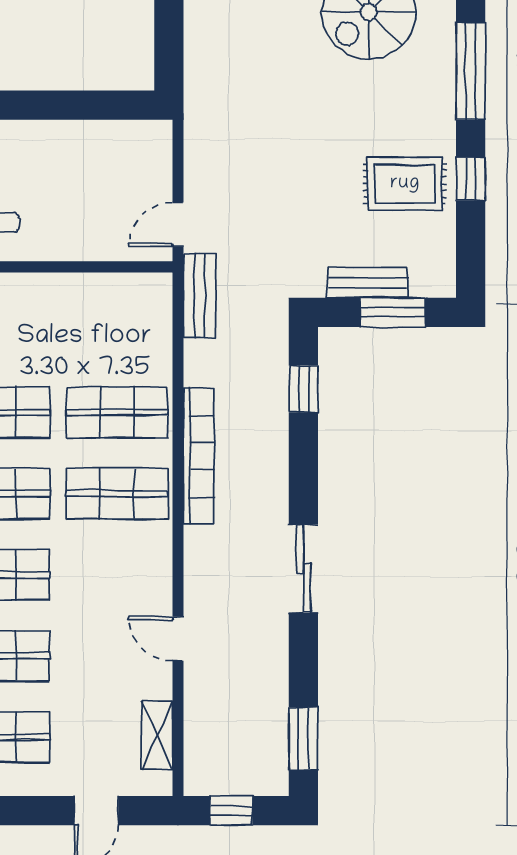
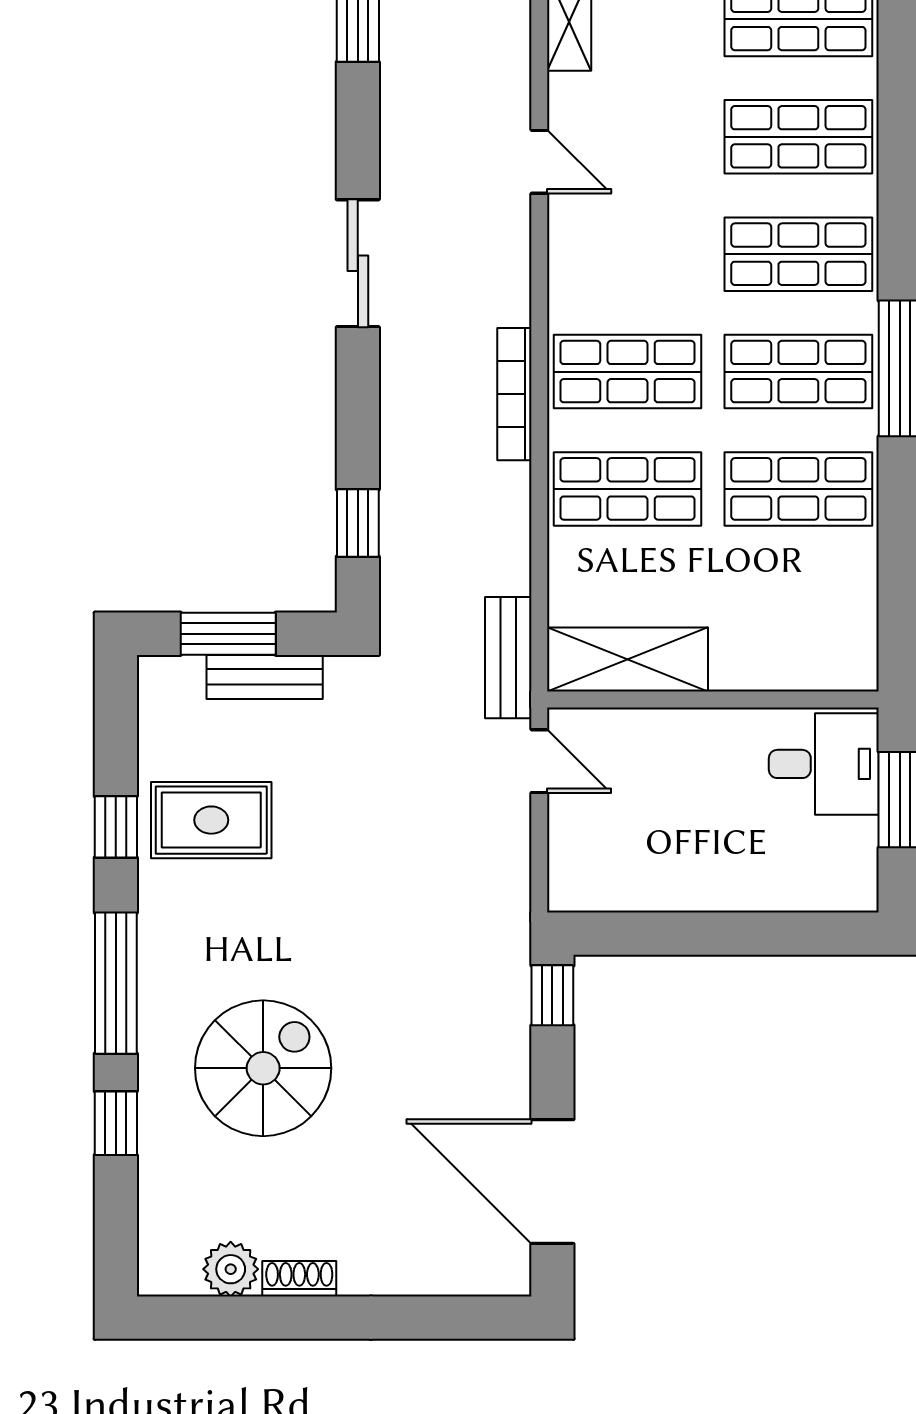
window: (169, 62) -> (552, 995), added
door: (178, 224) -> (539, 761), hinge flipped
shelving: (117, 295) -> (627, 660), added
bookcase: (199, 456) -> (514, 394), width x0.68, depth x0.76

